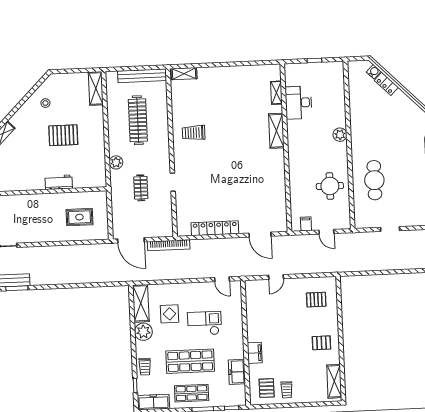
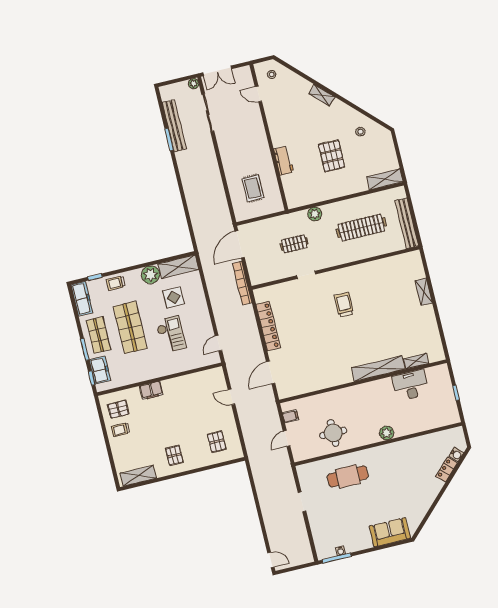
shelving: (184, 74) -> (424, 292), moved
shelving: (276, 131) -> (378, 369), width x1.47
trolley: (194, 133) -> (344, 305), moved
freezer: (237, 372) -> (100, 370), moved, turned 90

